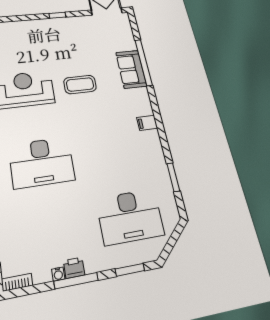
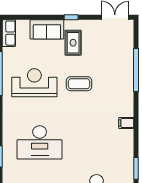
rug: (64, 41) -> (73, 43), added
sofa: (131, 69) -> (47, 29), moved, turned -90

